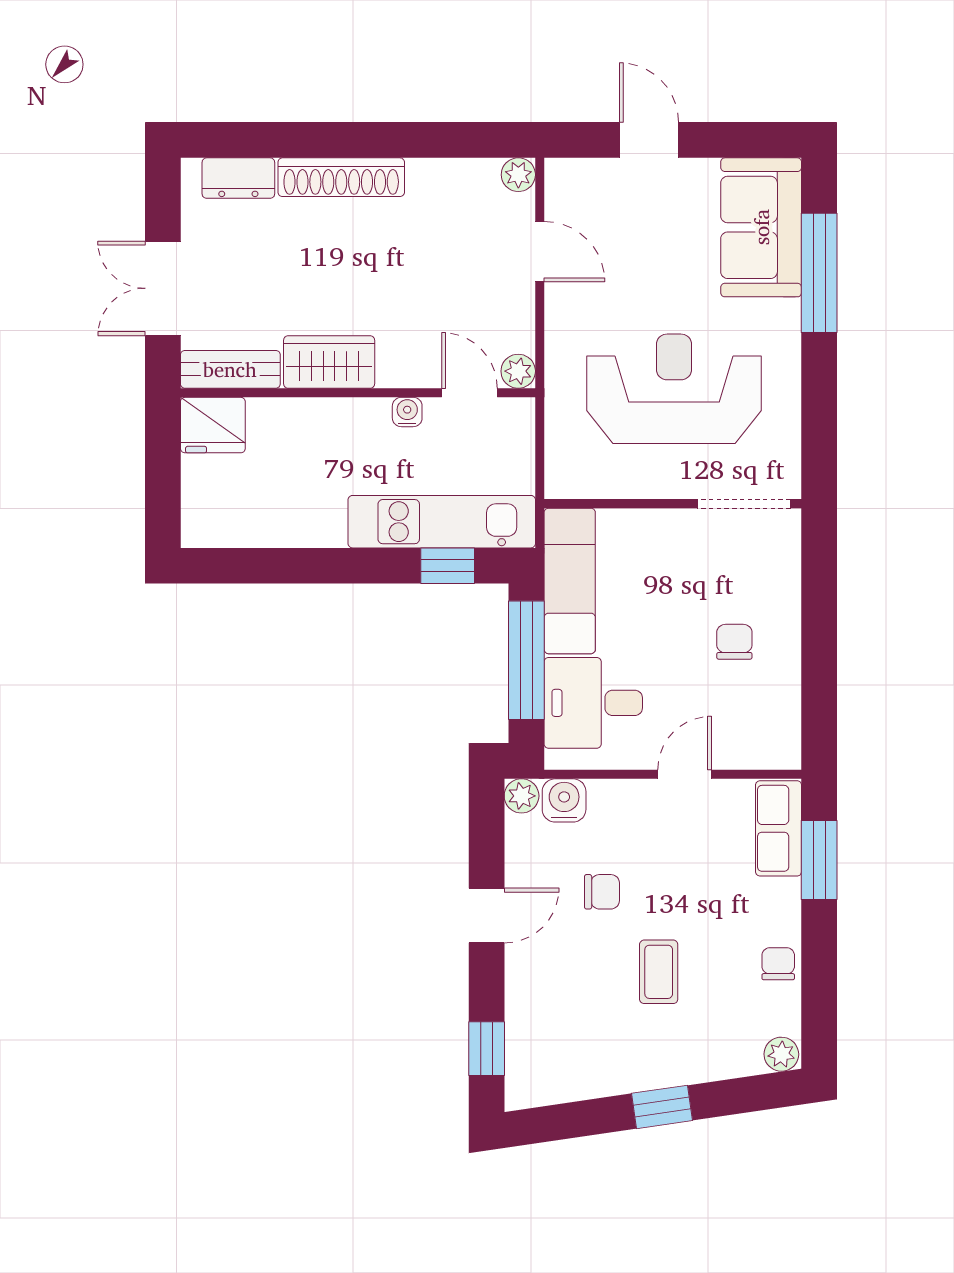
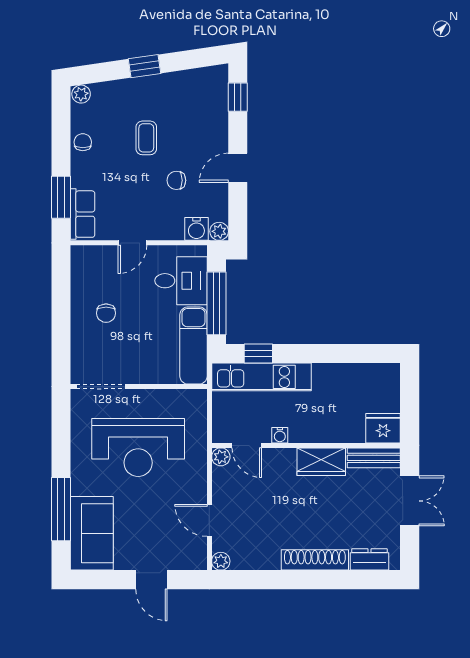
chair: (778, 964) -> (83, 142), turned 180

